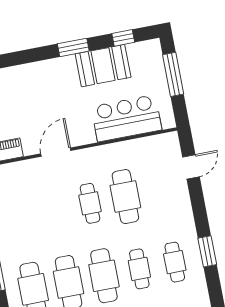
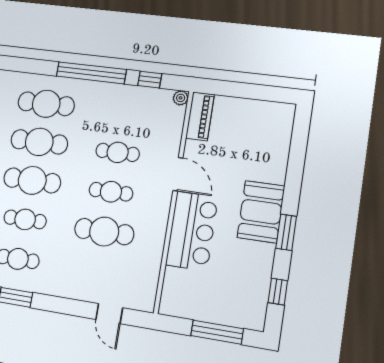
booth: (103, 66) -> (261, 212), moved
bar counter: (126, 118) -> (192, 231), moved
cafe table: (55, 210) -> (118, 152), added

